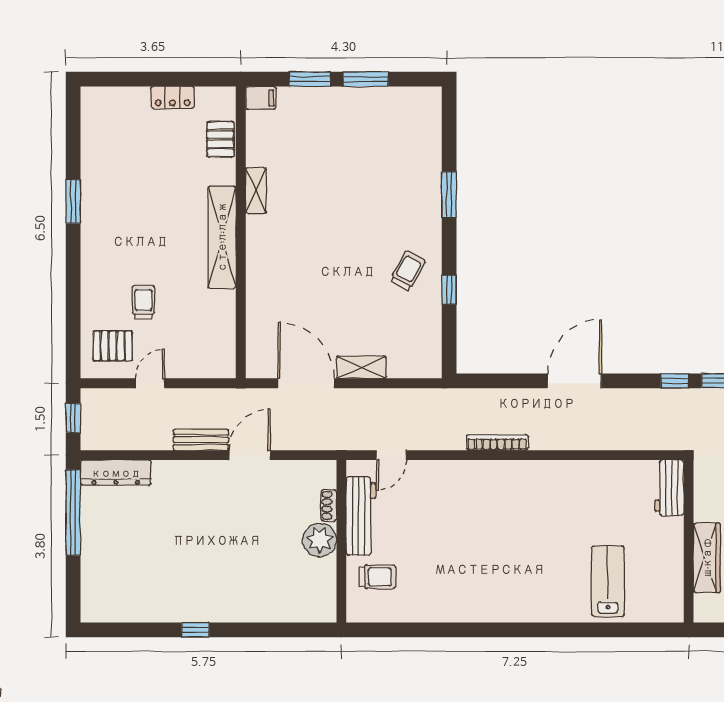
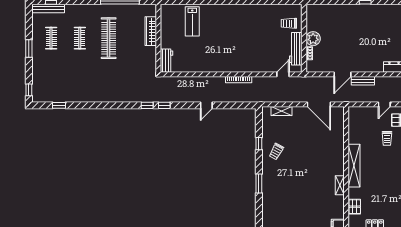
shelving: (361, 367) -> (282, 111), moved
door: (574, 381) -> (206, 105), width x0.53

